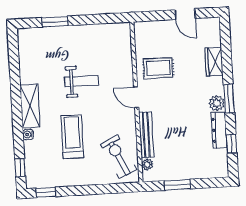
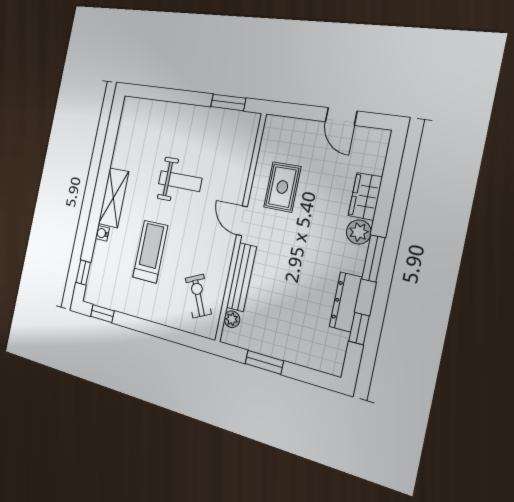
window: (55, 22) -> (228, 102), moved
rug: (158, 68) -> (282, 187), turned 90
plant: (217, 103) -> (359, 232), moved
exercise bike: (119, 157) -> (198, 296), width x0.73, depth x0.72

